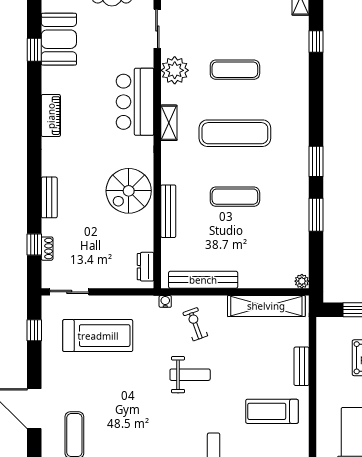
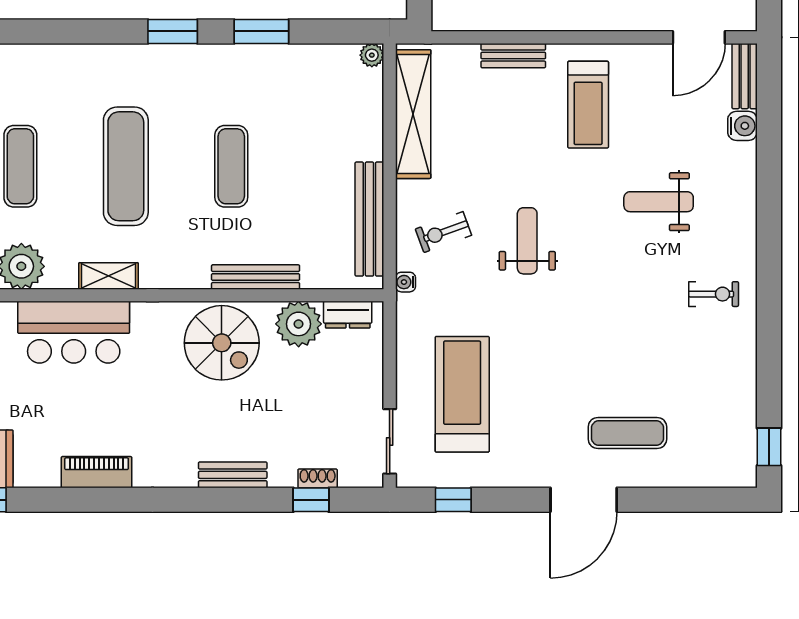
plant: (140, 237) -> (299, 324), added

